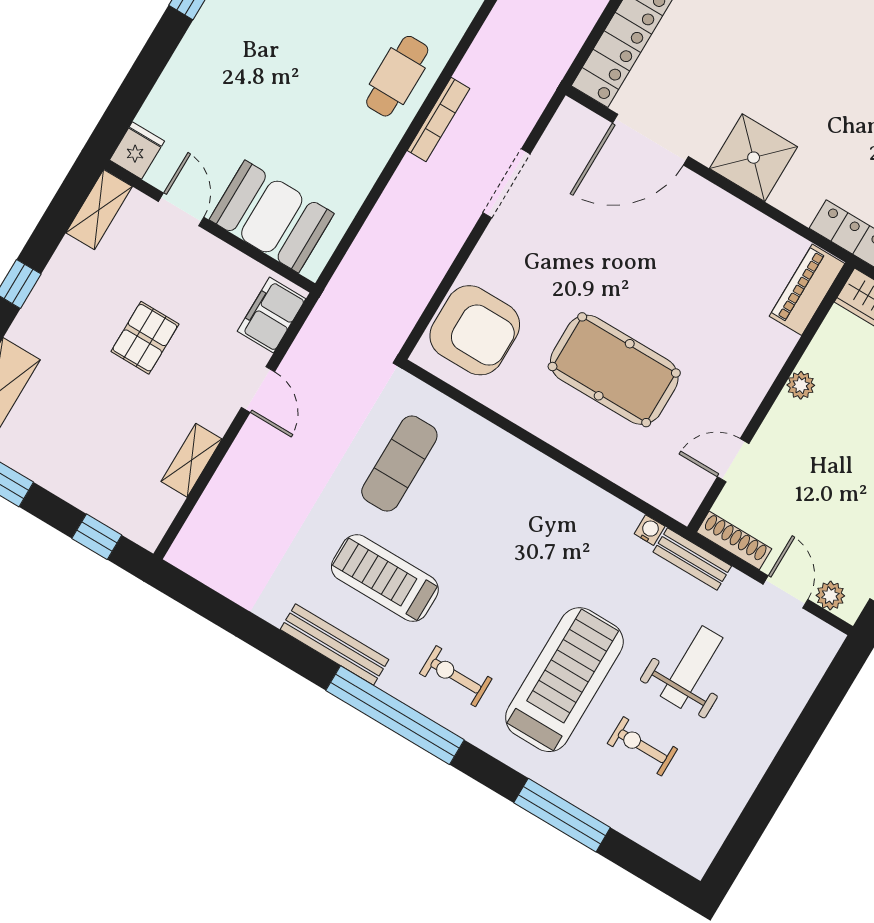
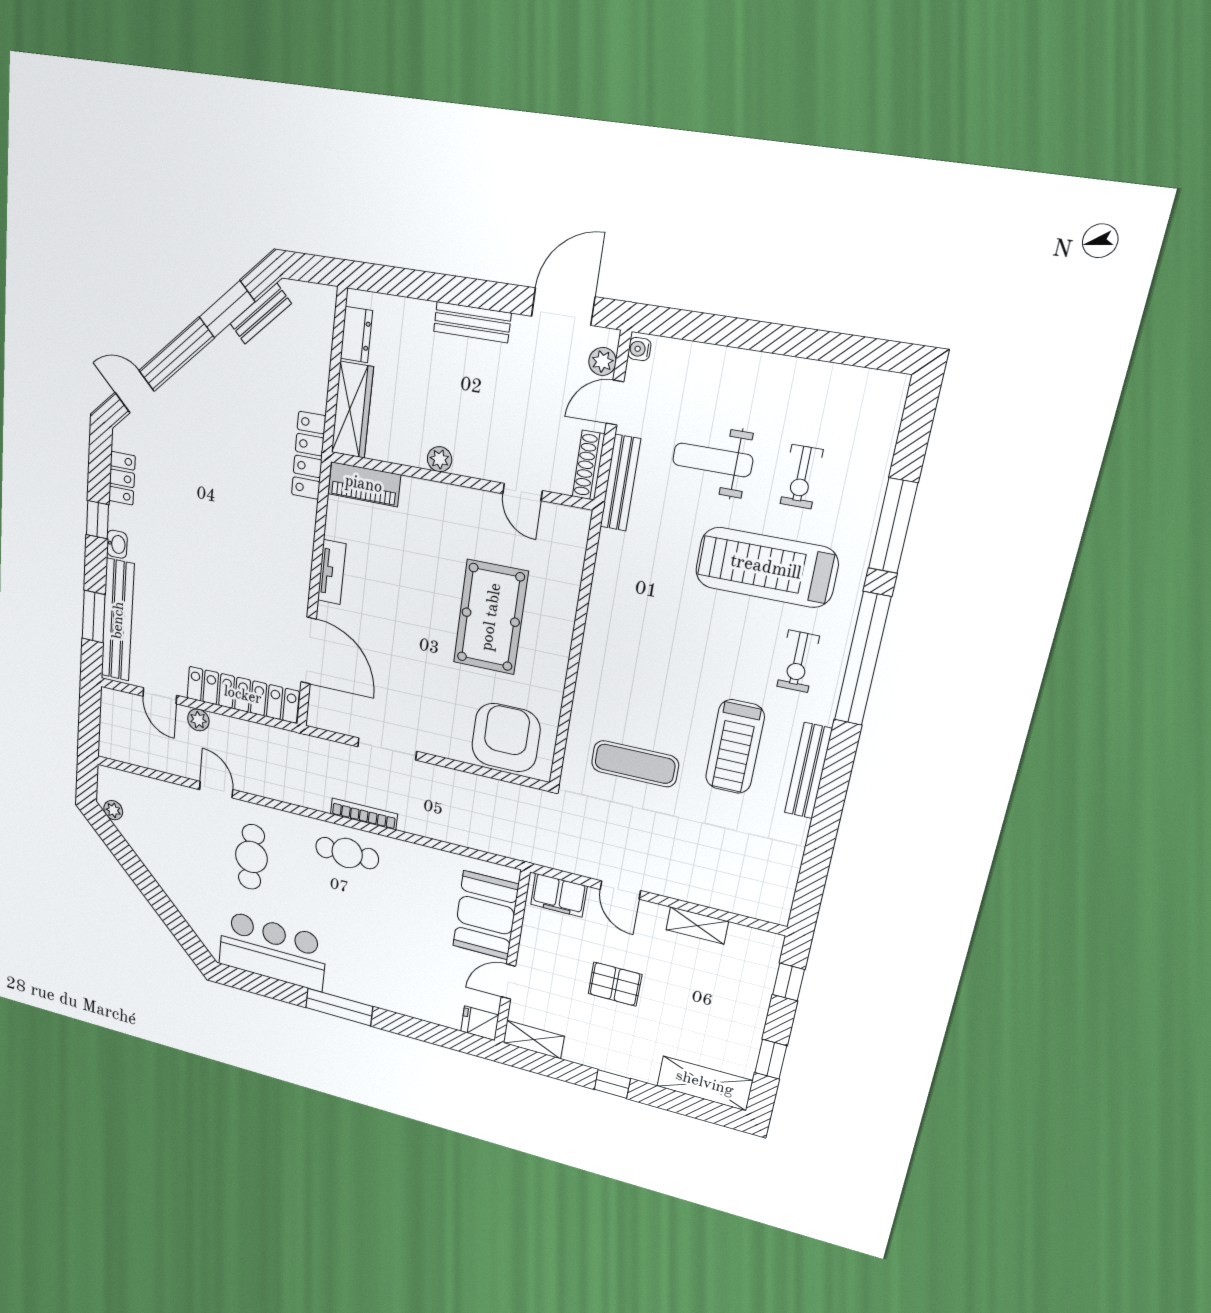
shower: (754, 158) -> (286, 566), removed
tv unit: (728, 209) -> (332, 572), added
door: (258, 389) -> (620, 890), swing flipped
water cooler: (650, 530) -> (639, 349), moved
bench: (692, 559) -> (620, 483), width x1.36
window: (395, 715) -> (862, 659), moved

